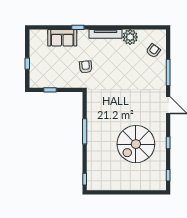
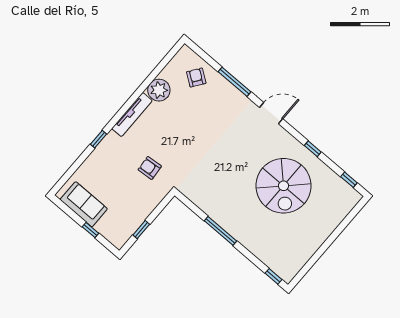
sofa: (62, 38) -> (84, 204), moved, turned -90

